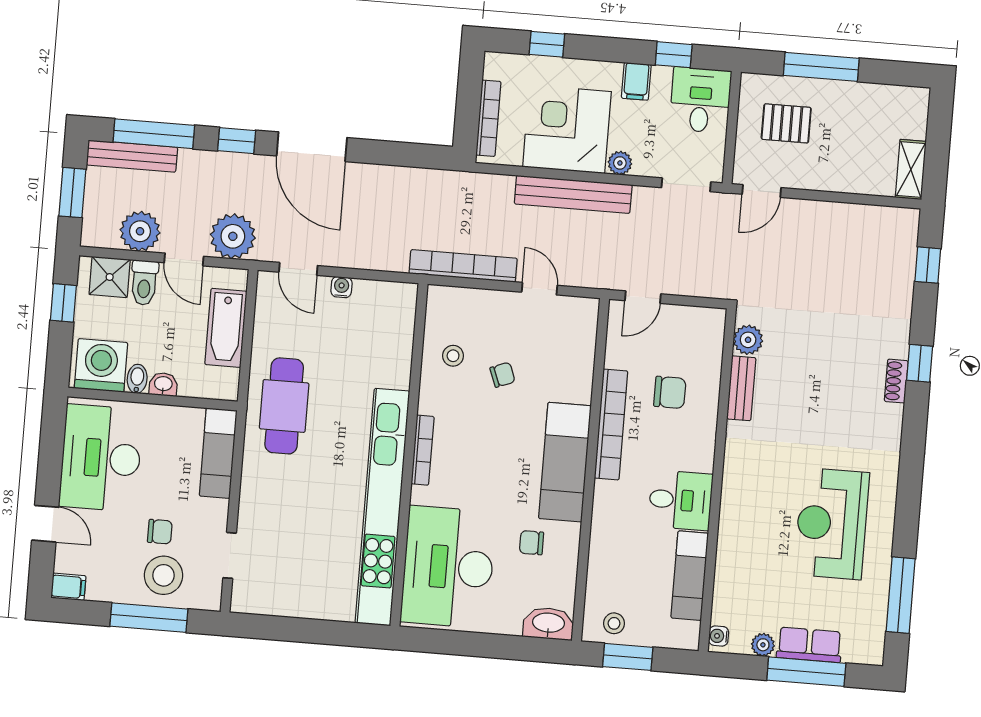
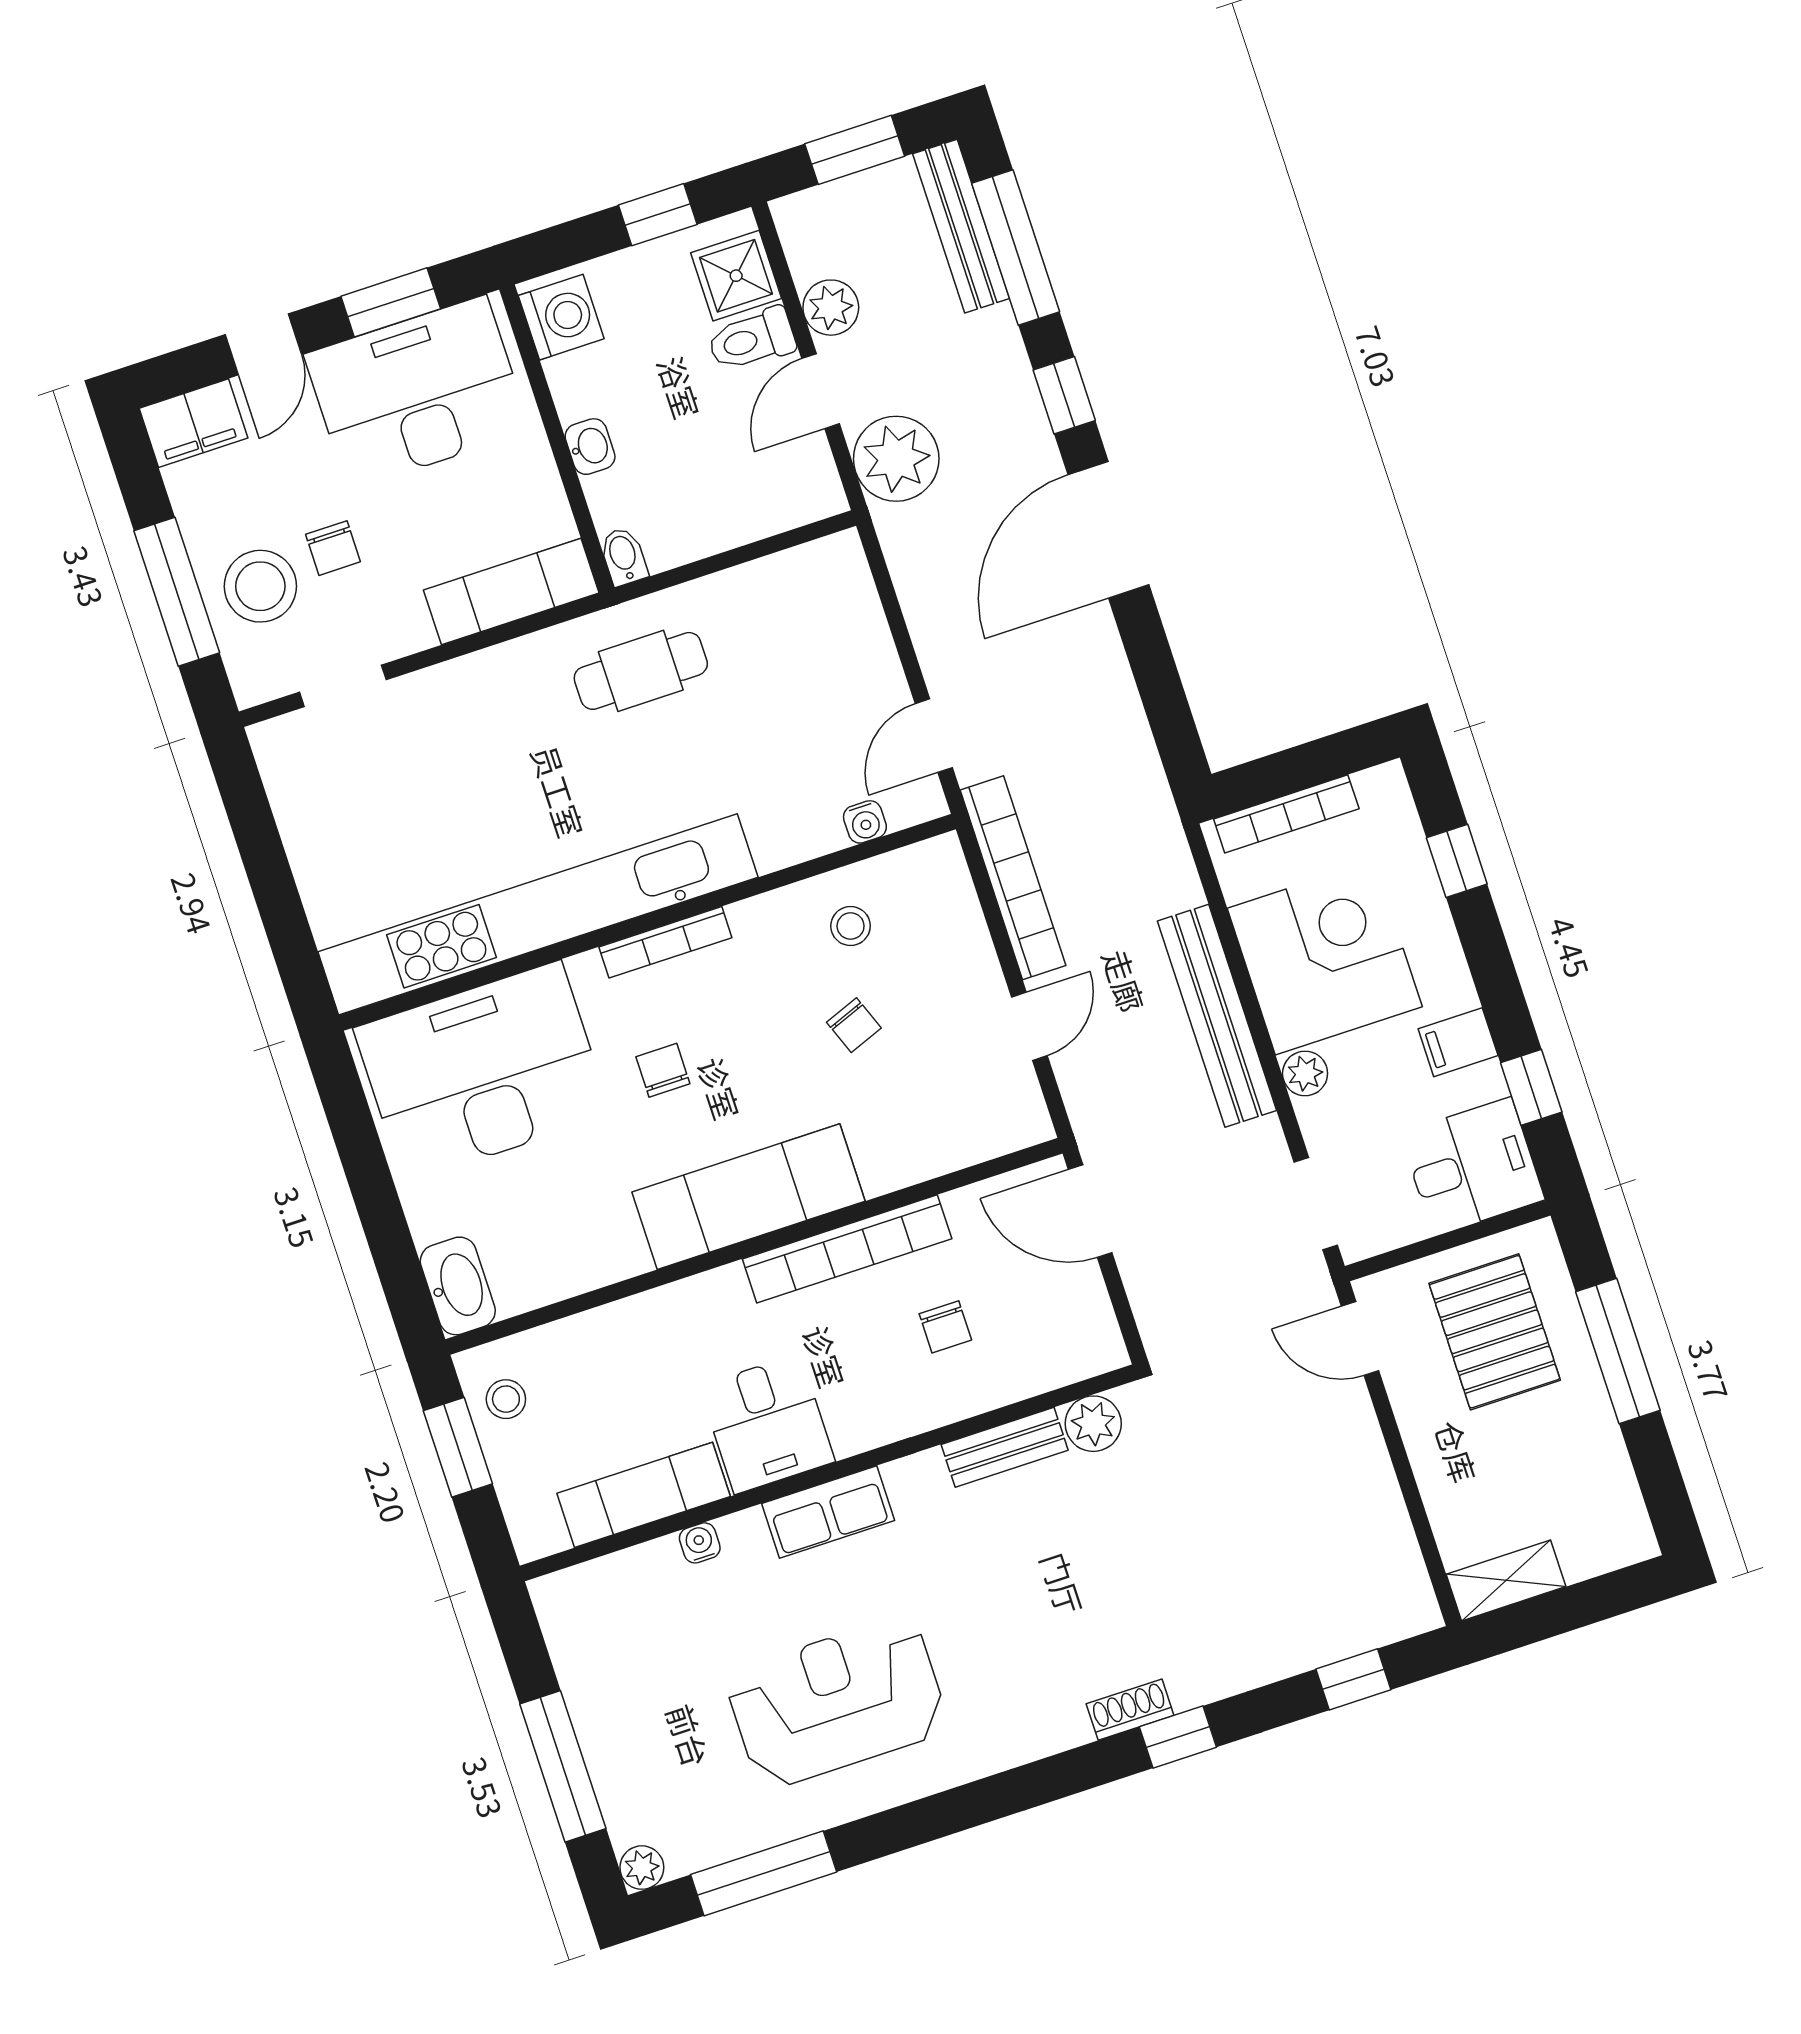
pallet: (786, 123) -> (1495, 1332), width x1.50, depth x1.42
plant: (140, 231) -> (831, 308), width x0.73, depth x0.73
door: (298, 269) -> (934, 736), moved
water cooler: (341, 287) -> (865, 822), moved, turned 90
door: (643, 297) -> (1090, 1211), width x1.38
bathtub: (226, 328) -> (733, 513), removed
washing machine: (101, 365) -> (561, 317), width x0.73, depth x0.73
bidet: (137, 379) -> (624, 556), moved, turned -90
chair: (670, 392) -> (945, 1327), width x0.73, depth x0.73
cafe table: (284, 406) -> (641, 671), width x0.73, depth x0.74
window: (51, 452) -> (391, 302), added
chair: (532, 543) -> (663, 1070), moved
filing cabinet: (68, 587) -> (193, 423), width x2.00
water cooler: (719, 636) -> (700, 1543), moved
plant: (763, 645) -> (642, 1868), moved
row of seats: (809, 645) -> (828, 1512), moved, turned 90

